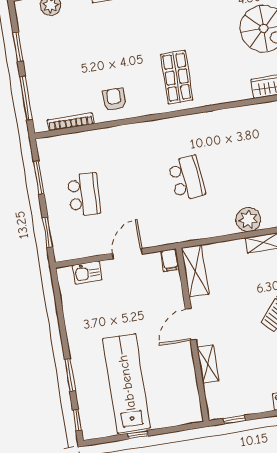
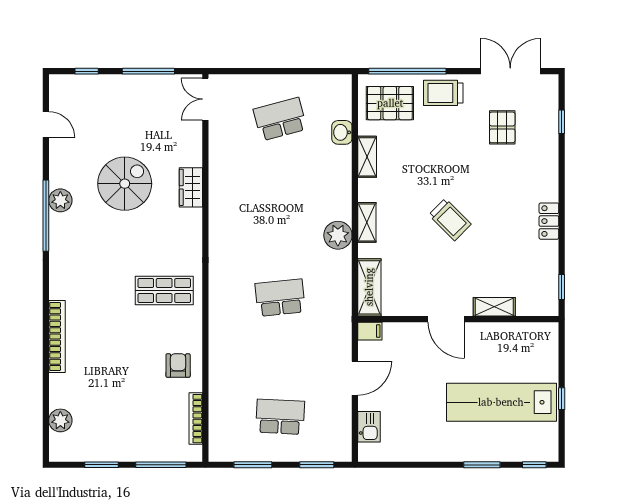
armchair: (114, 99) -> (178, 366), turned 90
door: (127, 254) -> (355, 378), swing flipped
shelving: (195, 271) -> (369, 287), moved, turned 90

